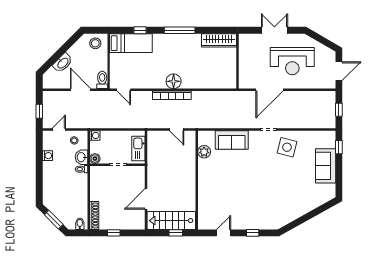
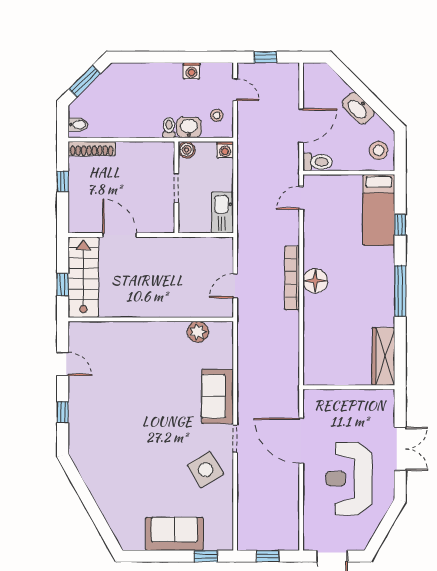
washbasin: (63, 63) -> (358, 108), moved
sofa: (232, 140) -> (218, 396), moved
side table: (287, 147) -> (206, 470), turned 45
kitchen sink: (138, 148) -> (222, 213), moved, turned -90

